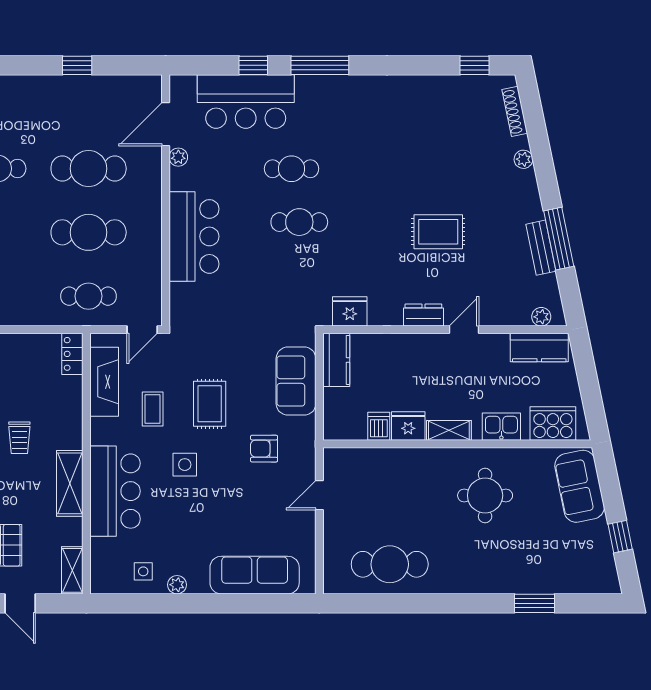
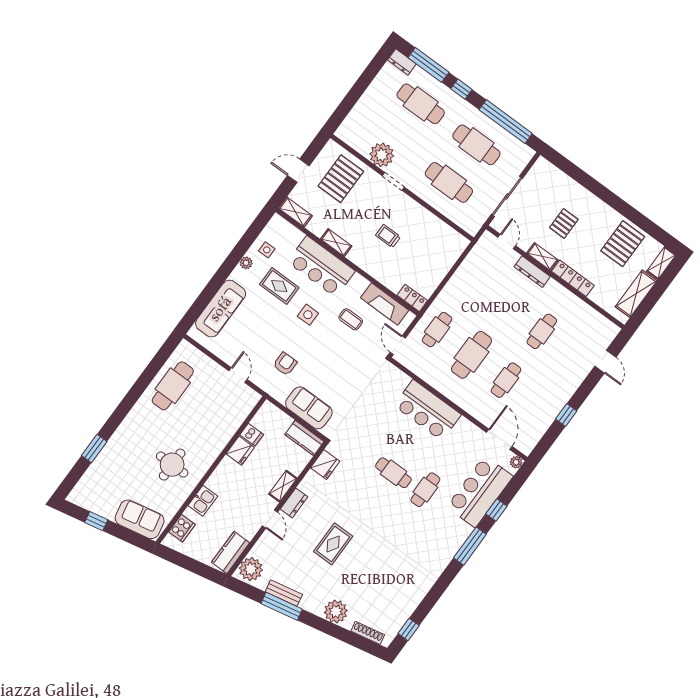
plant: (178, 157) -> (516, 462), moved
plant: (523, 159) -> (336, 612), width x1.87, depth x1.87
cafe table: (89, 169) -> (506, 380), width x0.73, depth x0.74
cafe table: (299, 222) -> (393, 473), turned 90
plant: (541, 317) -> (251, 569), width x1.88, depth x1.88
rug: (210, 404) -> (279, 286), moved
cooker: (553, 424) -> (182, 528), width x0.73, depth x0.76
shelving: (449, 430) -> (283, 486), moved
shelving: (70, 483) -> (336, 243), width x0.67, depth x0.75

